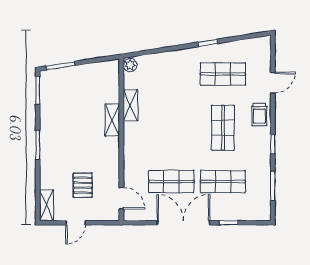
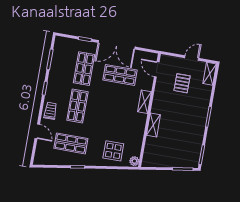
display table: (162, 74) -> (113, 151), added
door: (273, 83) -> (37, 131), swing flipped
shelving: (130, 105) -> (144, 102), moved
shop shelf: (223, 181) -> (84, 69), turned 90

